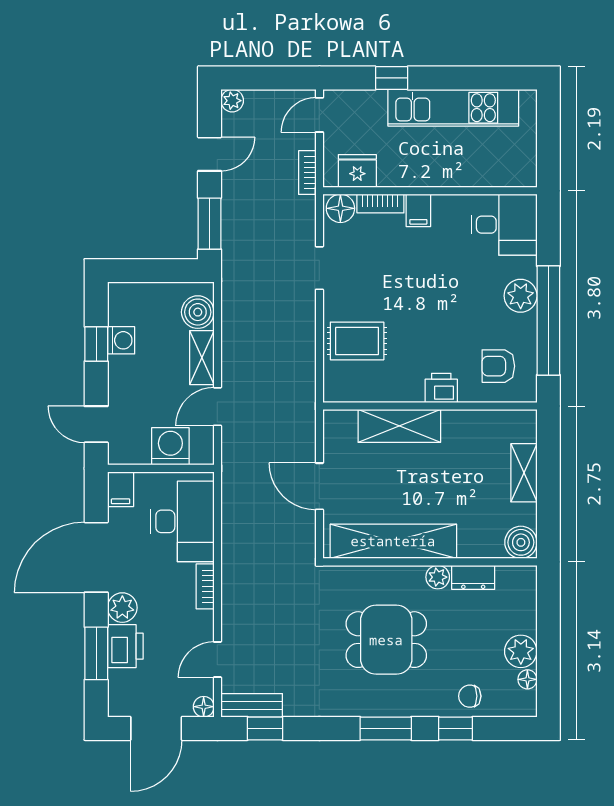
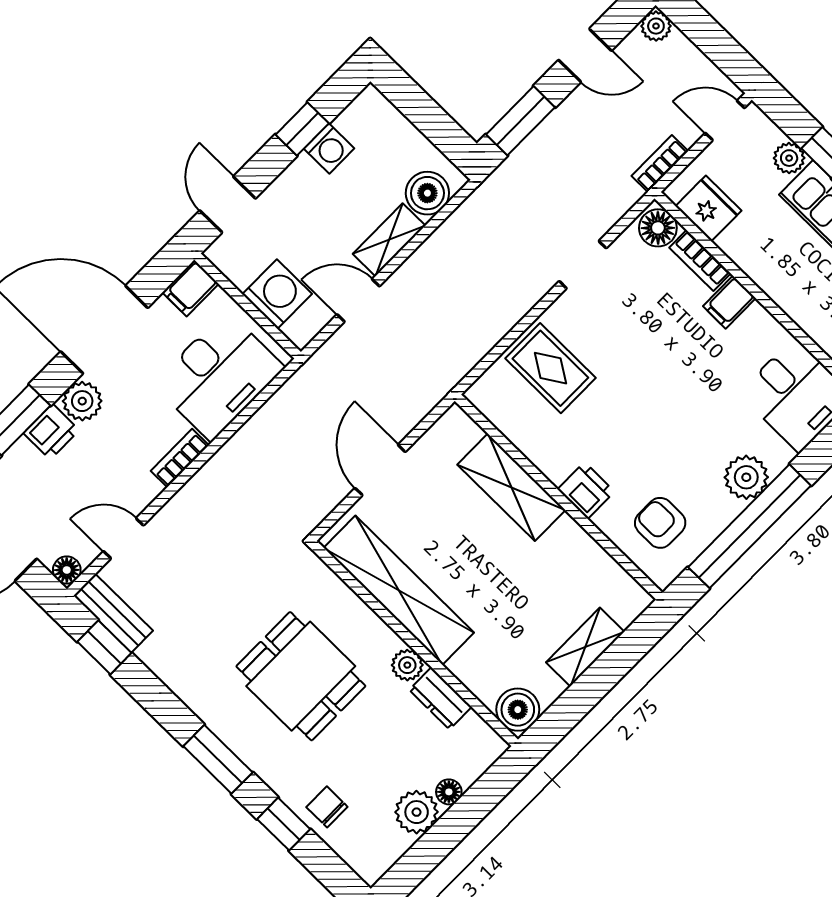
plant: (374, 101) -> (789, 158), added
printer: (125, 646) -> (51, 432), width x0.73, depth x0.81
floor lamp: (527, 679) -> (449, 792), moved

